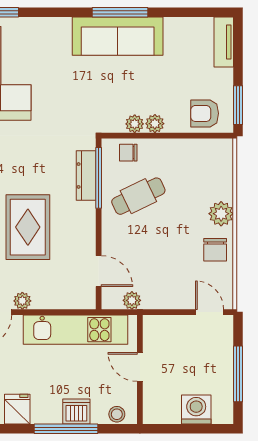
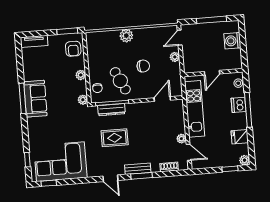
sofa: (118, 36) -> (35, 99), width x0.73
plant: (135, 124) -> (83, 100), moved
rug: (28, 227) -> (115, 138), moved, width x0.73, depth x0.70
chair: (215, 250) -> (143, 66), moved
plant: (132, 300) -> (175, 57), moved

